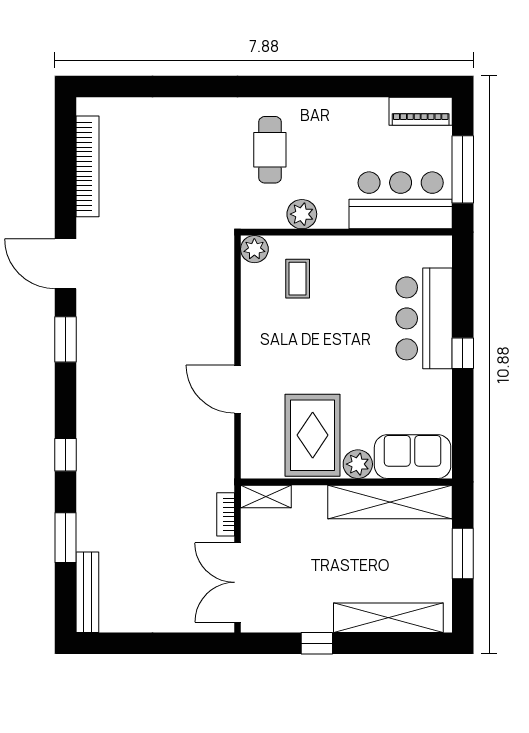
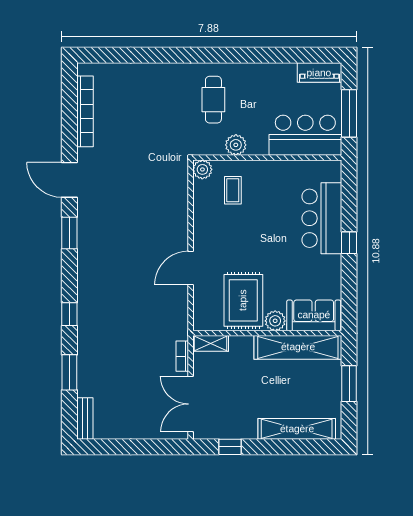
door: (238, 389) -> (191, 268), hinge flipped
bench: (87, 592) -> (85, 419), width x0.73
window: (317, 643) -> (230, 447), moved

